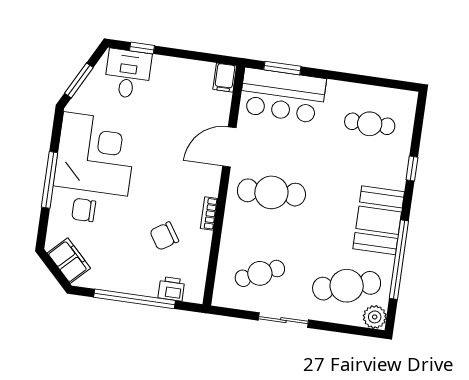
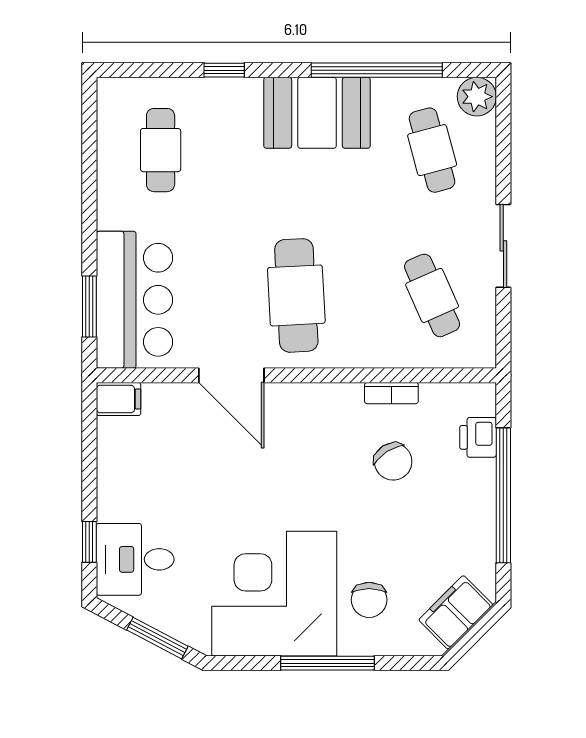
bookcase: (209, 214) -> (391, 393), moved
cafe table: (347, 286) -> (432, 150), width x0.73, depth x0.74

